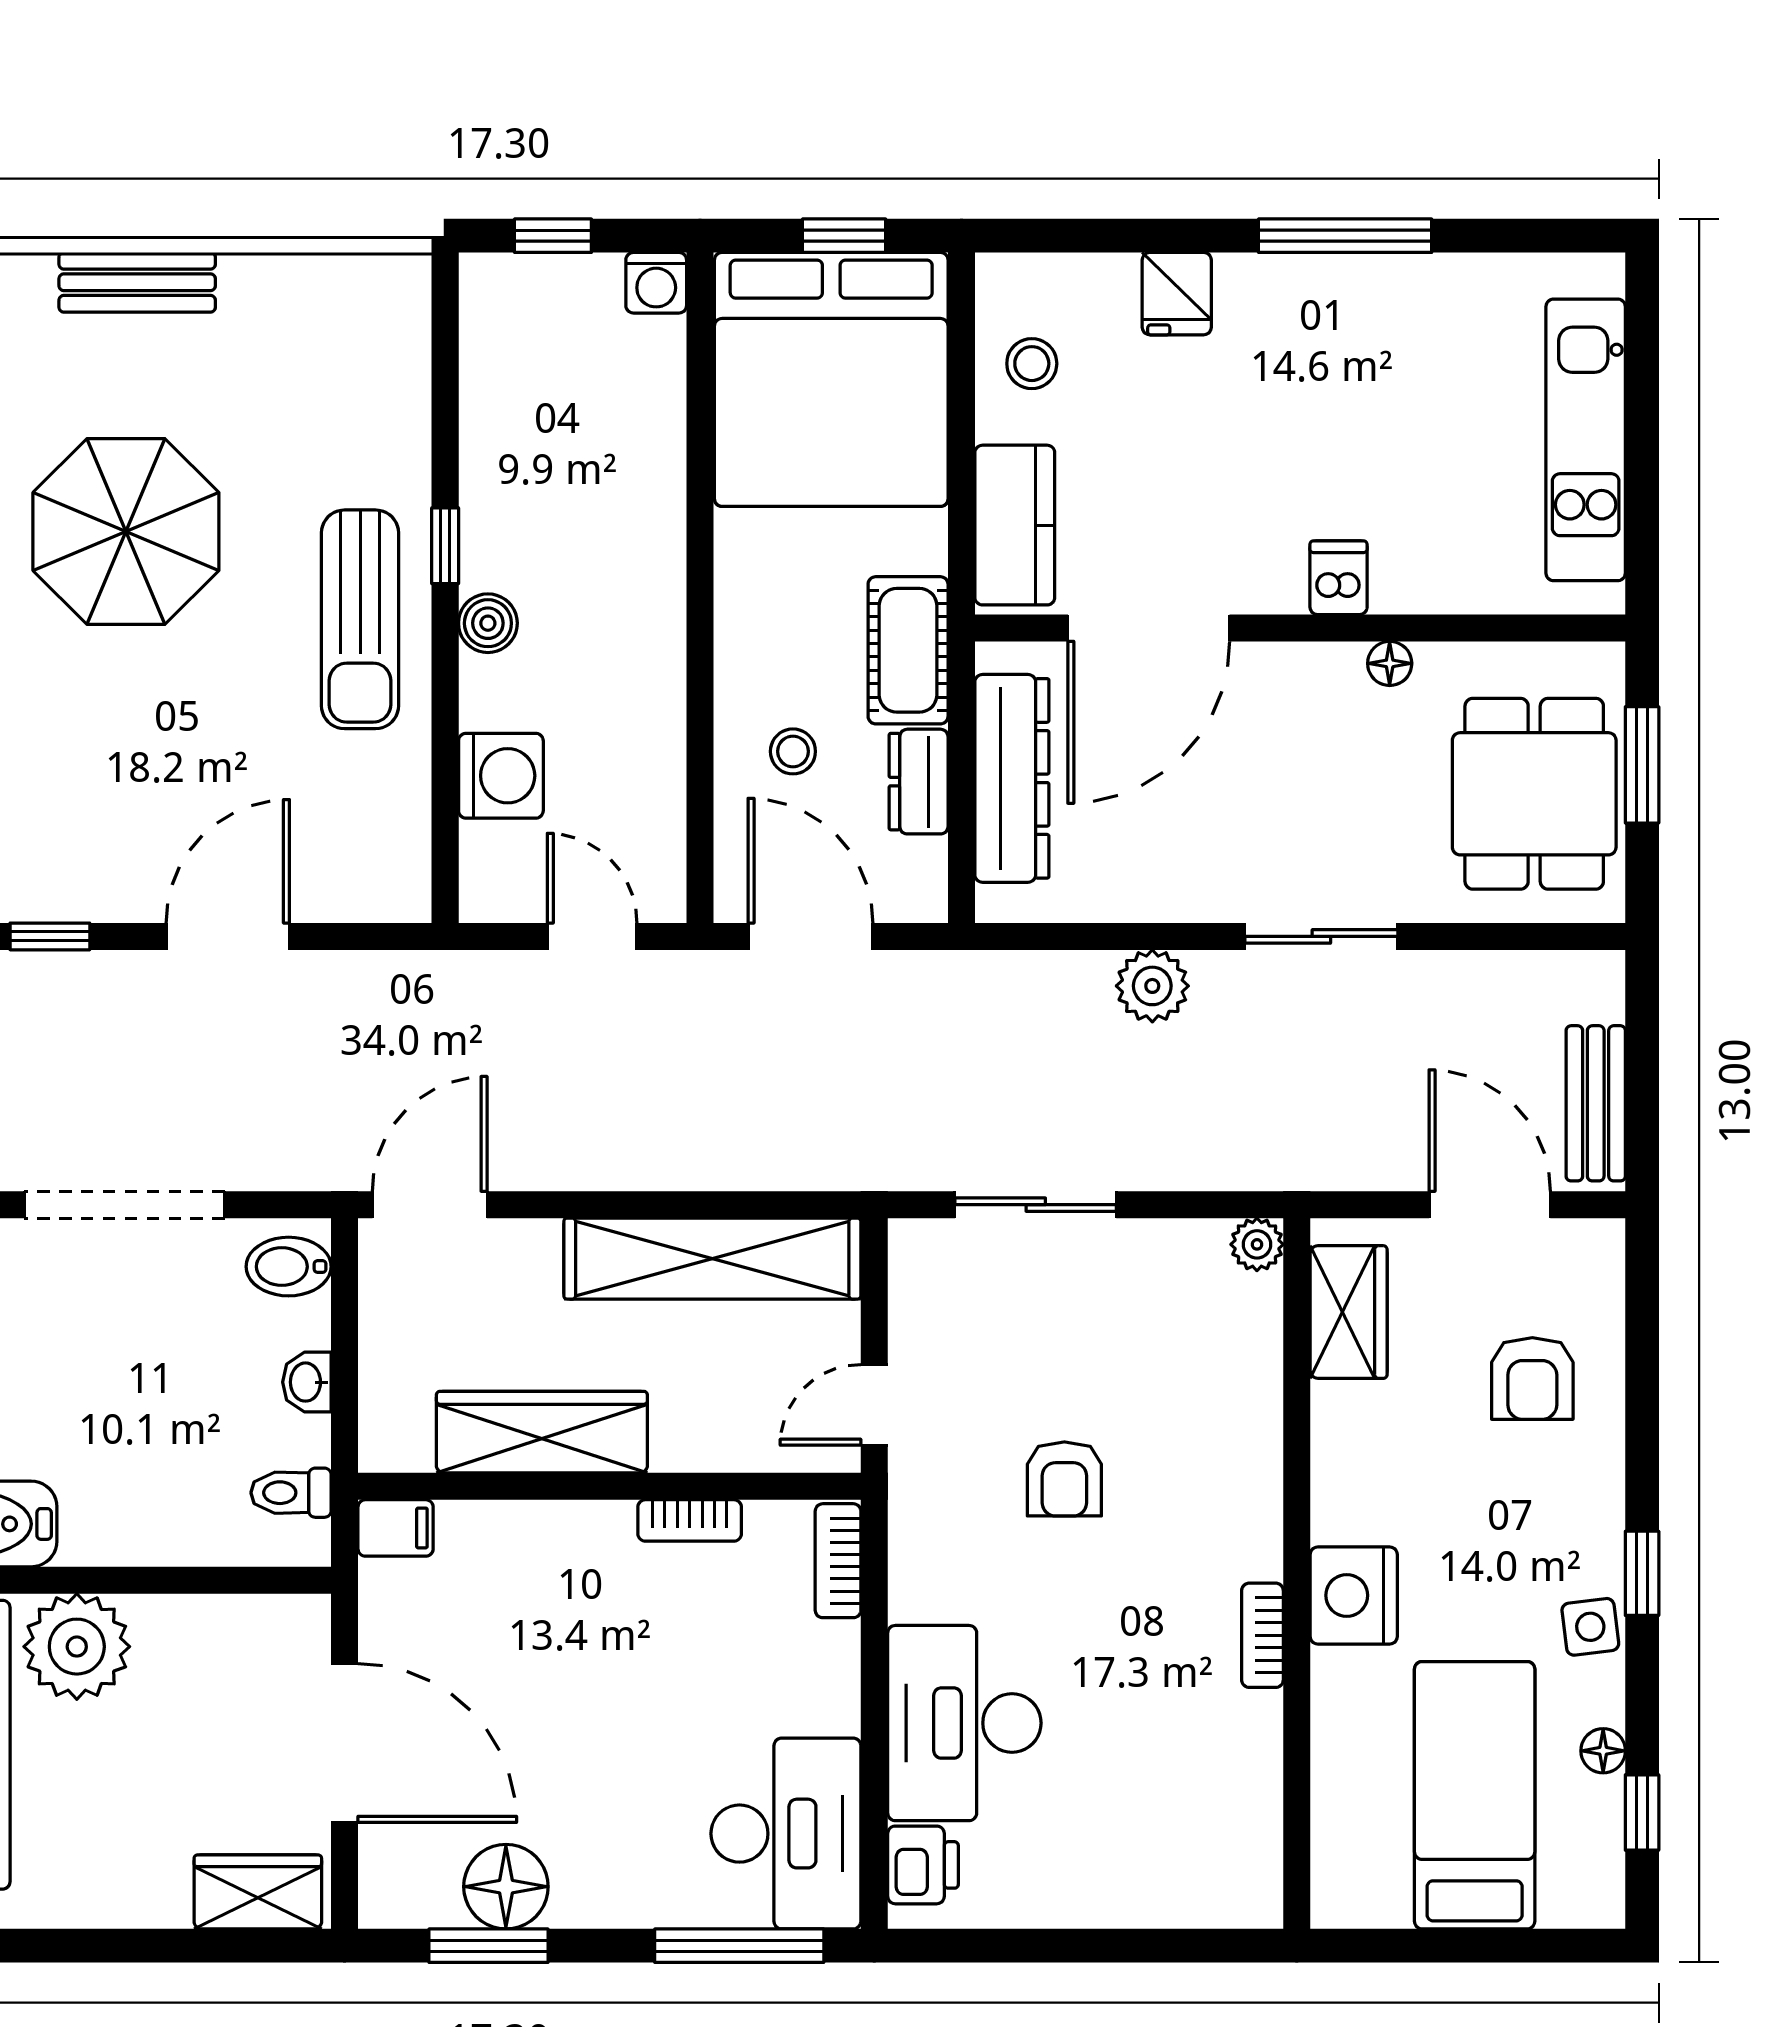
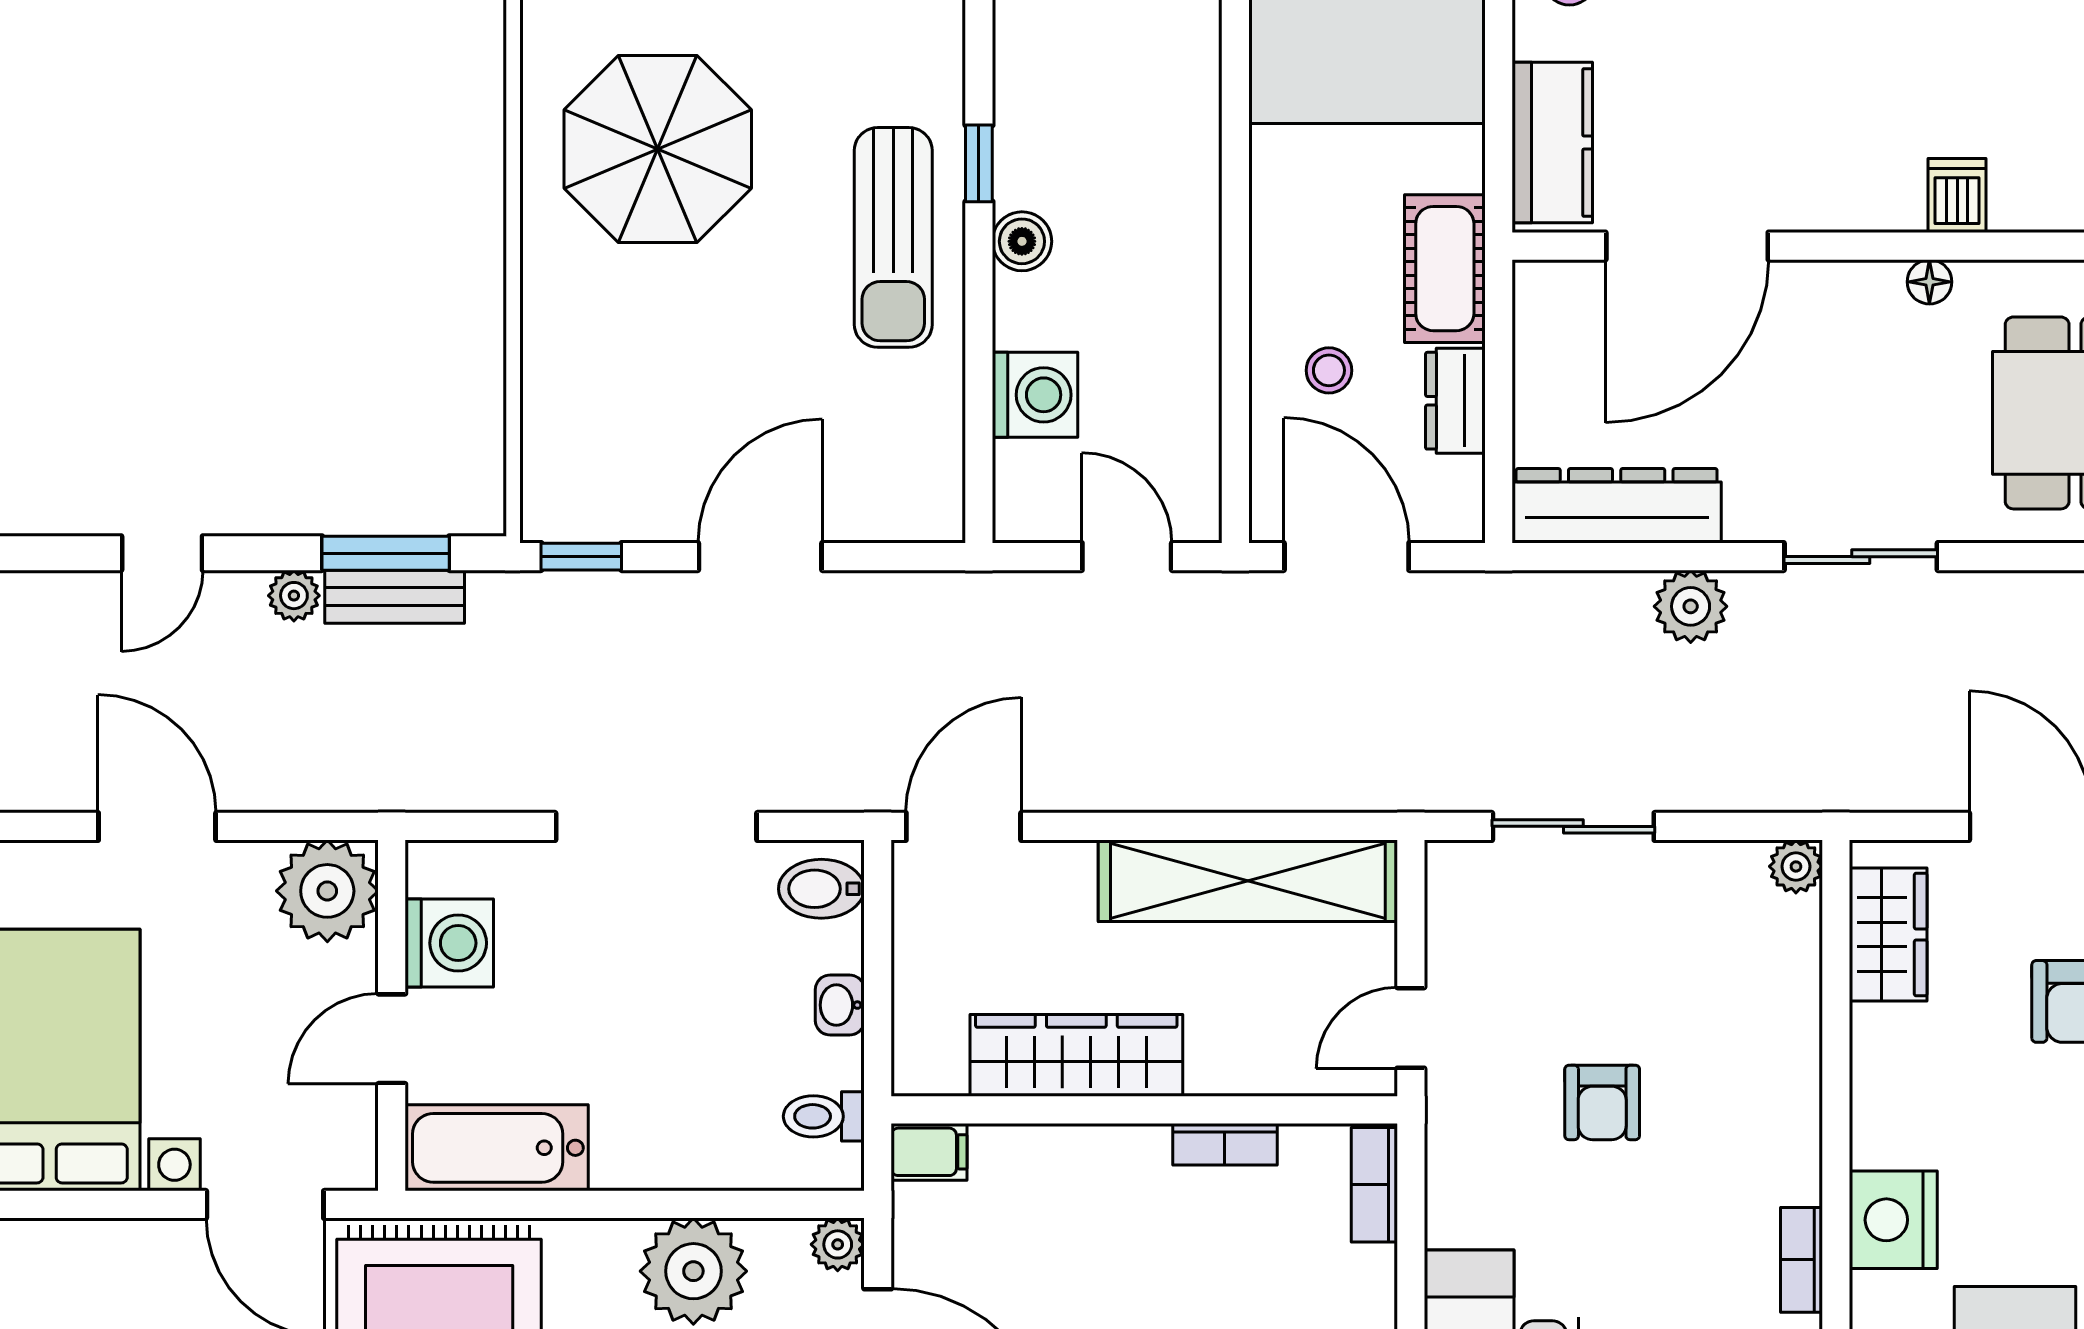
dishwasher: (1339, 578) -> (1957, 196), moved
dresser: (1012, 778) -> (1617, 506), moved, turned -90
plant: (305, 1620) -> (838, 1244), added
plant: (77, 1647) -> (693, 1271), moved

